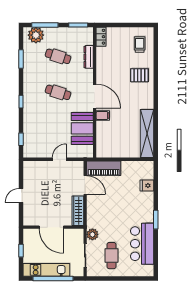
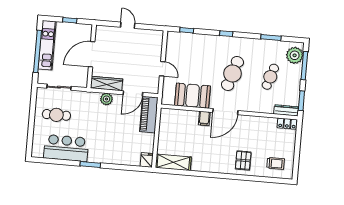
dresser: (89, 57) -> (286, 110), moved
cafe table: (58, 92) -> (232, 73), width x1.37, depth x1.35
shelving: (147, 133) -> (173, 162), width x0.68
fridge: (147, 185) -> (147, 160), moved
plant: (92, 234) -> (106, 99), moved

